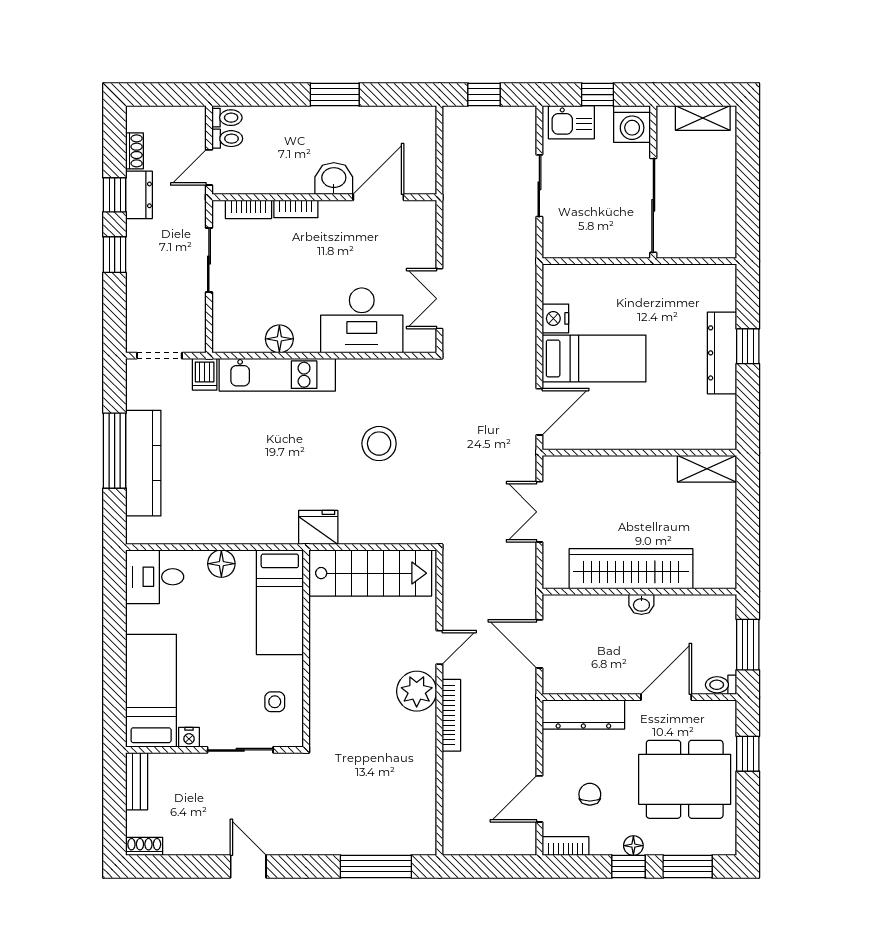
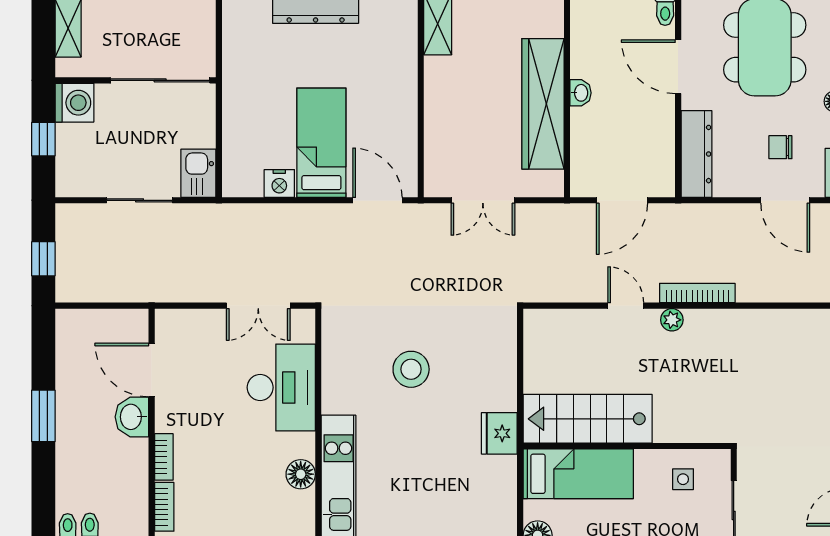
kitchen sink: (571, 122) -> (198, 173), moved, turned 180
stairs: (370, 573) -> (588, 419), moved, turned -90
plant: (417, 691) -> (672, 320), width x0.53, depth x0.53

